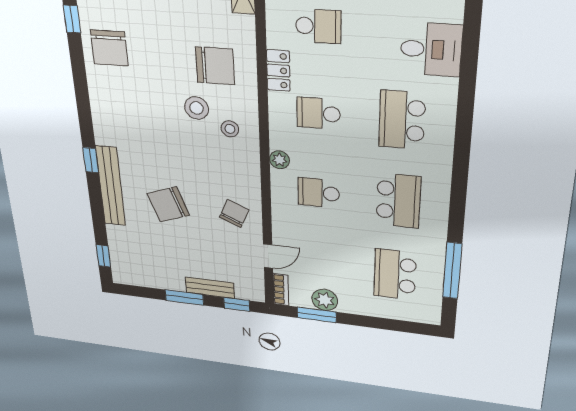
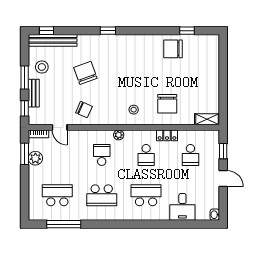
stool: (197, 108) -> (42, 67), moved
school desk: (318, 113) -> (146, 155), turned 180
bench: (111, 186) -> (53, 40), moved

